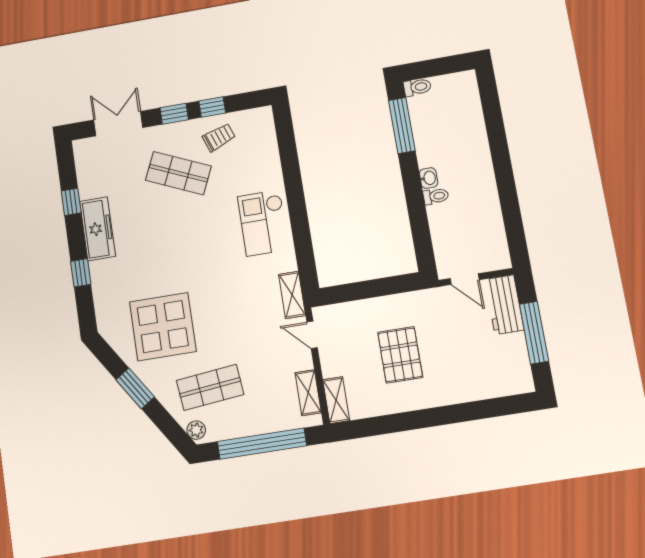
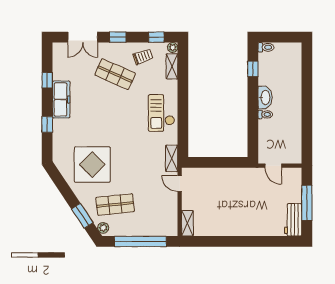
window: (212, 107) -> (156, 37), moved
plant: (265, 114) -> (173, 48), added
double door: (118, 124) -> (83, 37), swing flipped
window: (402, 126) -> (253, 69), width x0.46
washbasin: (429, 178) -> (265, 98), width x1.91, depth x1.45
workbench: (504, 305) -> (293, 220), moved
pallet: (400, 355) -> (229, 203), removed
window: (135, 388) -> (82, 216), moved
shelving: (308, 393) -> (172, 66), moved

